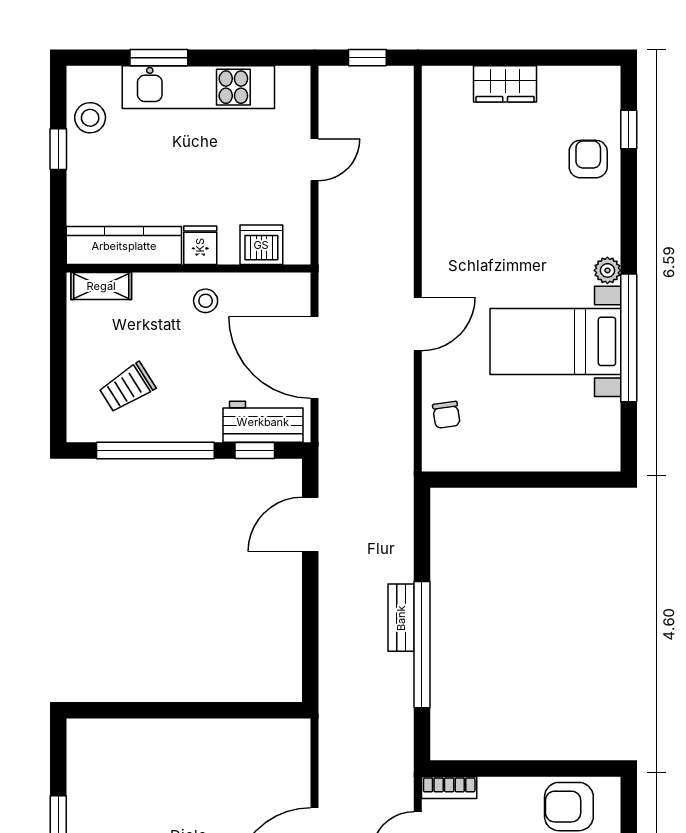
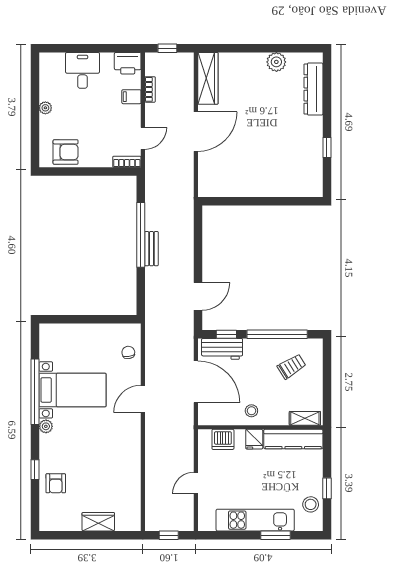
window: (629, 129) -> (35, 470), moved

